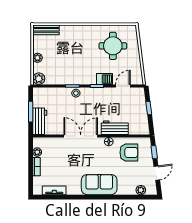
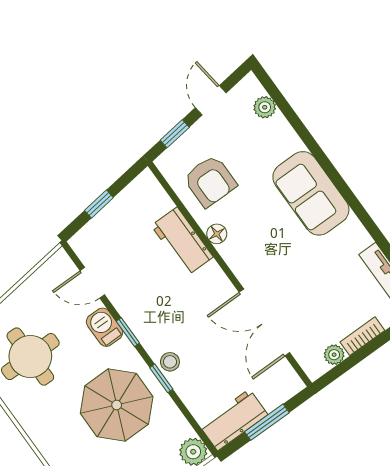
parasol: (74, 64) -> (117, 405), added
workbench: (40, 121) -> (233, 420), moved
double door: (81, 136) -> (264, 322), moved
armchair: (129, 152) -> (210, 181), turned 180
door: (157, 173) -> (211, 100), hinge flipped

